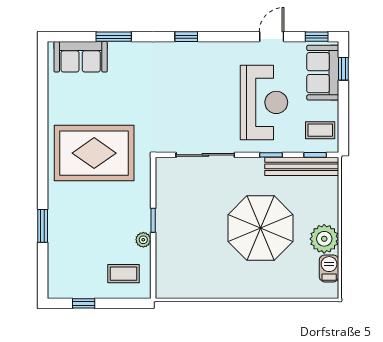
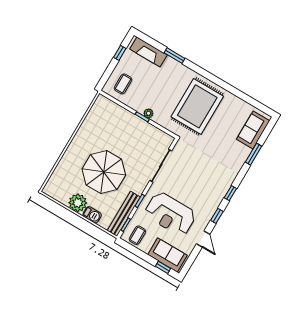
window: (317, 37) -> (217, 216), moved
plant: (143, 240) -> (148, 113), moved
fireplace: (59, 265) -> (148, 52), added
barbecue: (329, 268) -> (92, 215), moved

